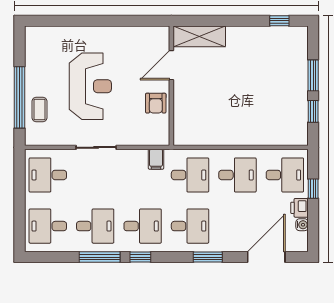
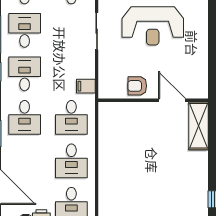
desk: (95, 226) -> (25, 30), turned 180
desk: (143, 226) -> (25, 74), turned 180

